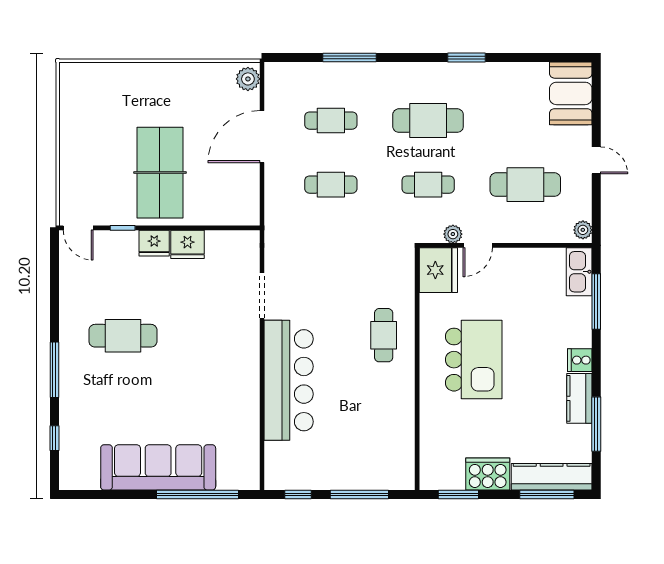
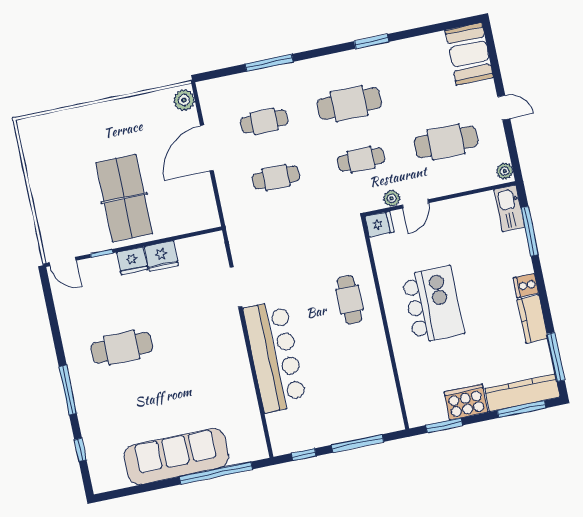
fridge: (438, 270) -> (379, 224), width x0.53, depth x0.75
window: (596, 424) -> (556, 357), moved

